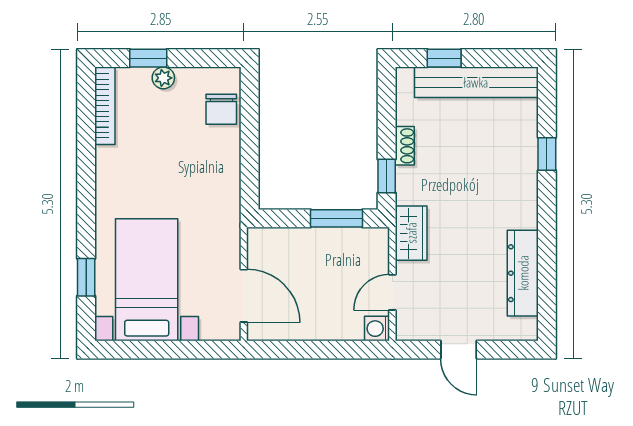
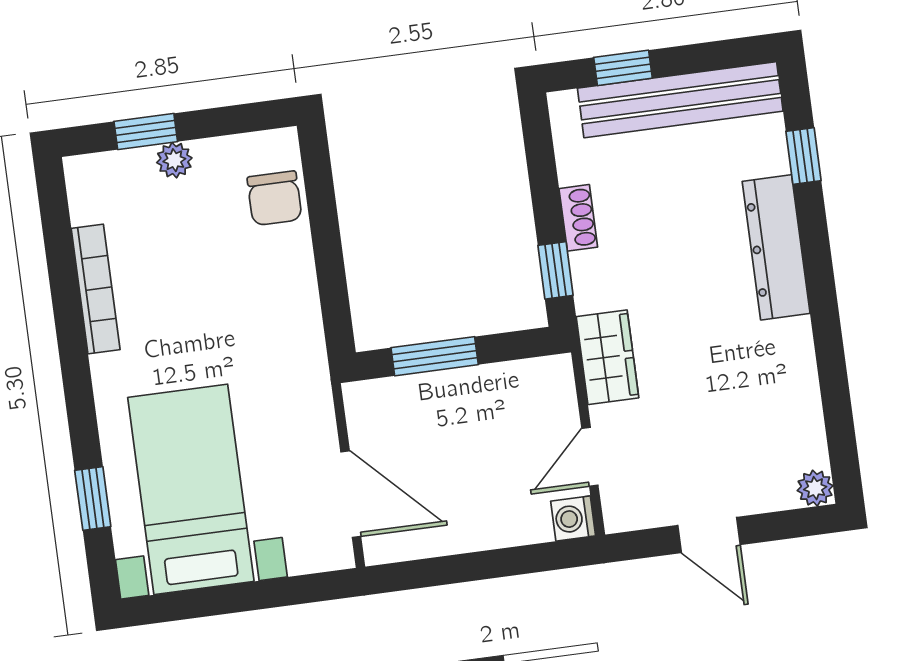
bookcase: (105, 106) -> (96, 289), moved
window: (547, 154) -> (804, 156), moved
window: (336, 218) -> (435, 356), moved
dresser: (523, 273) -> (776, 247), moved
plant: (527, 330) -> (815, 488), added

